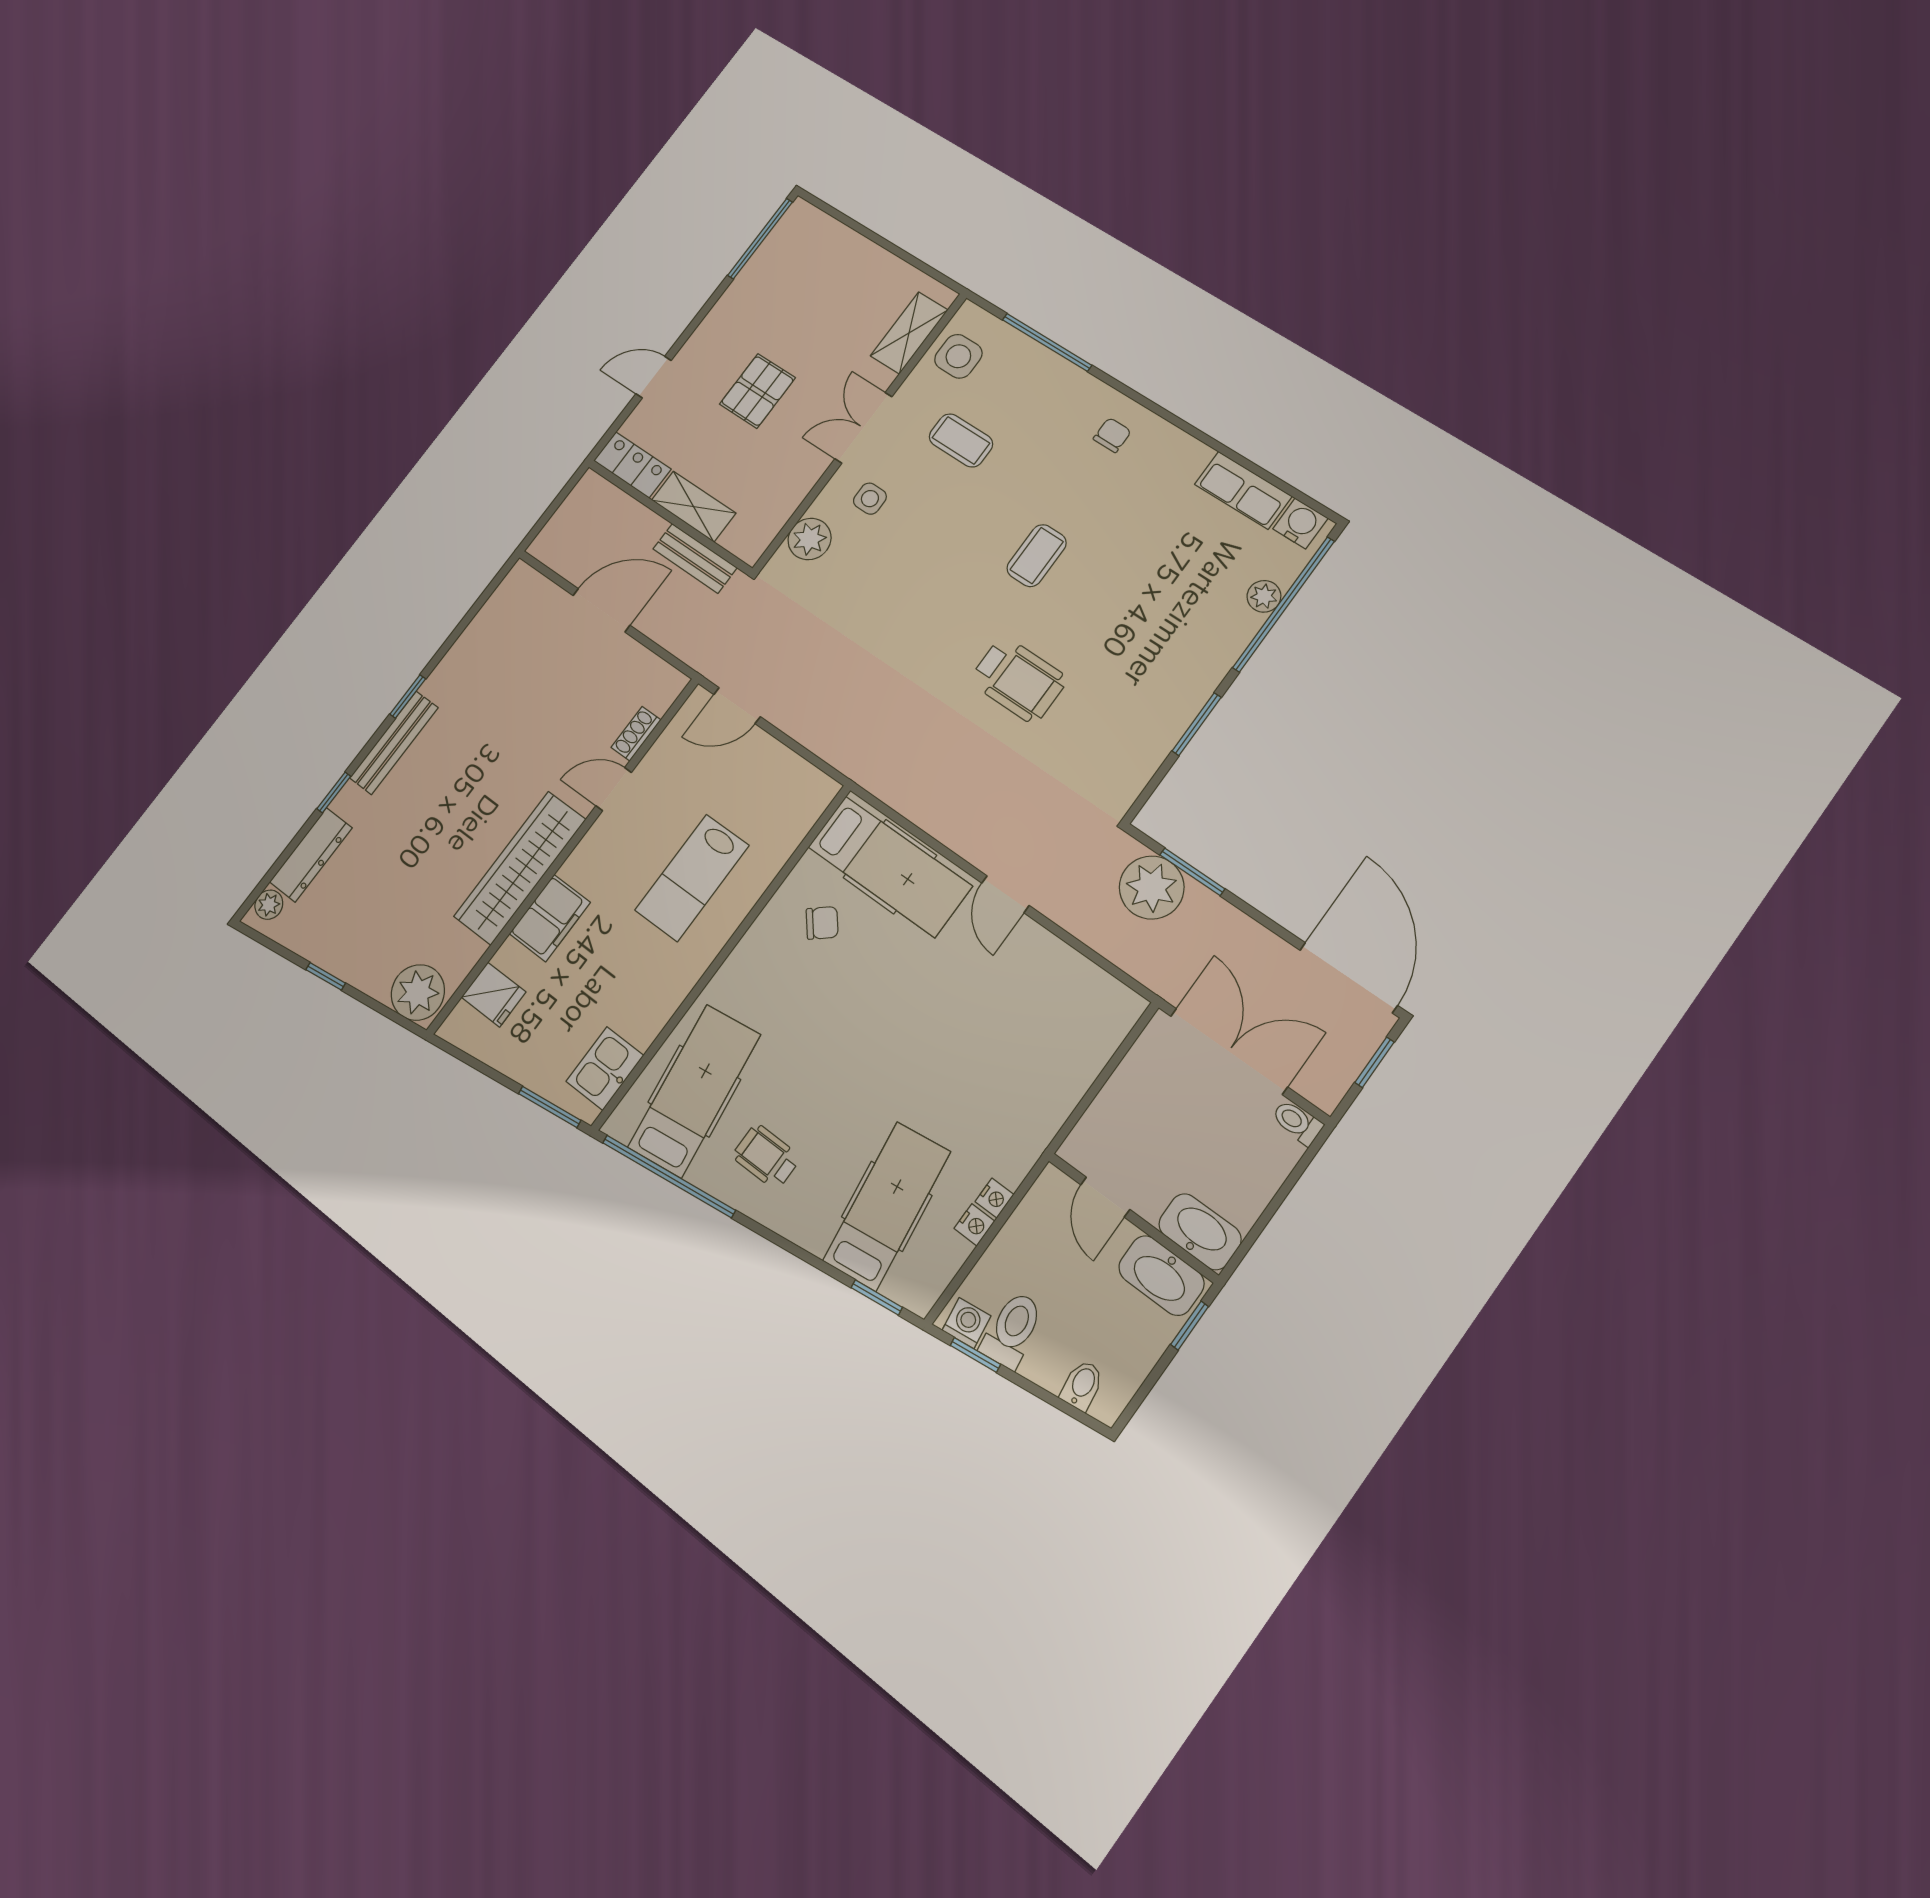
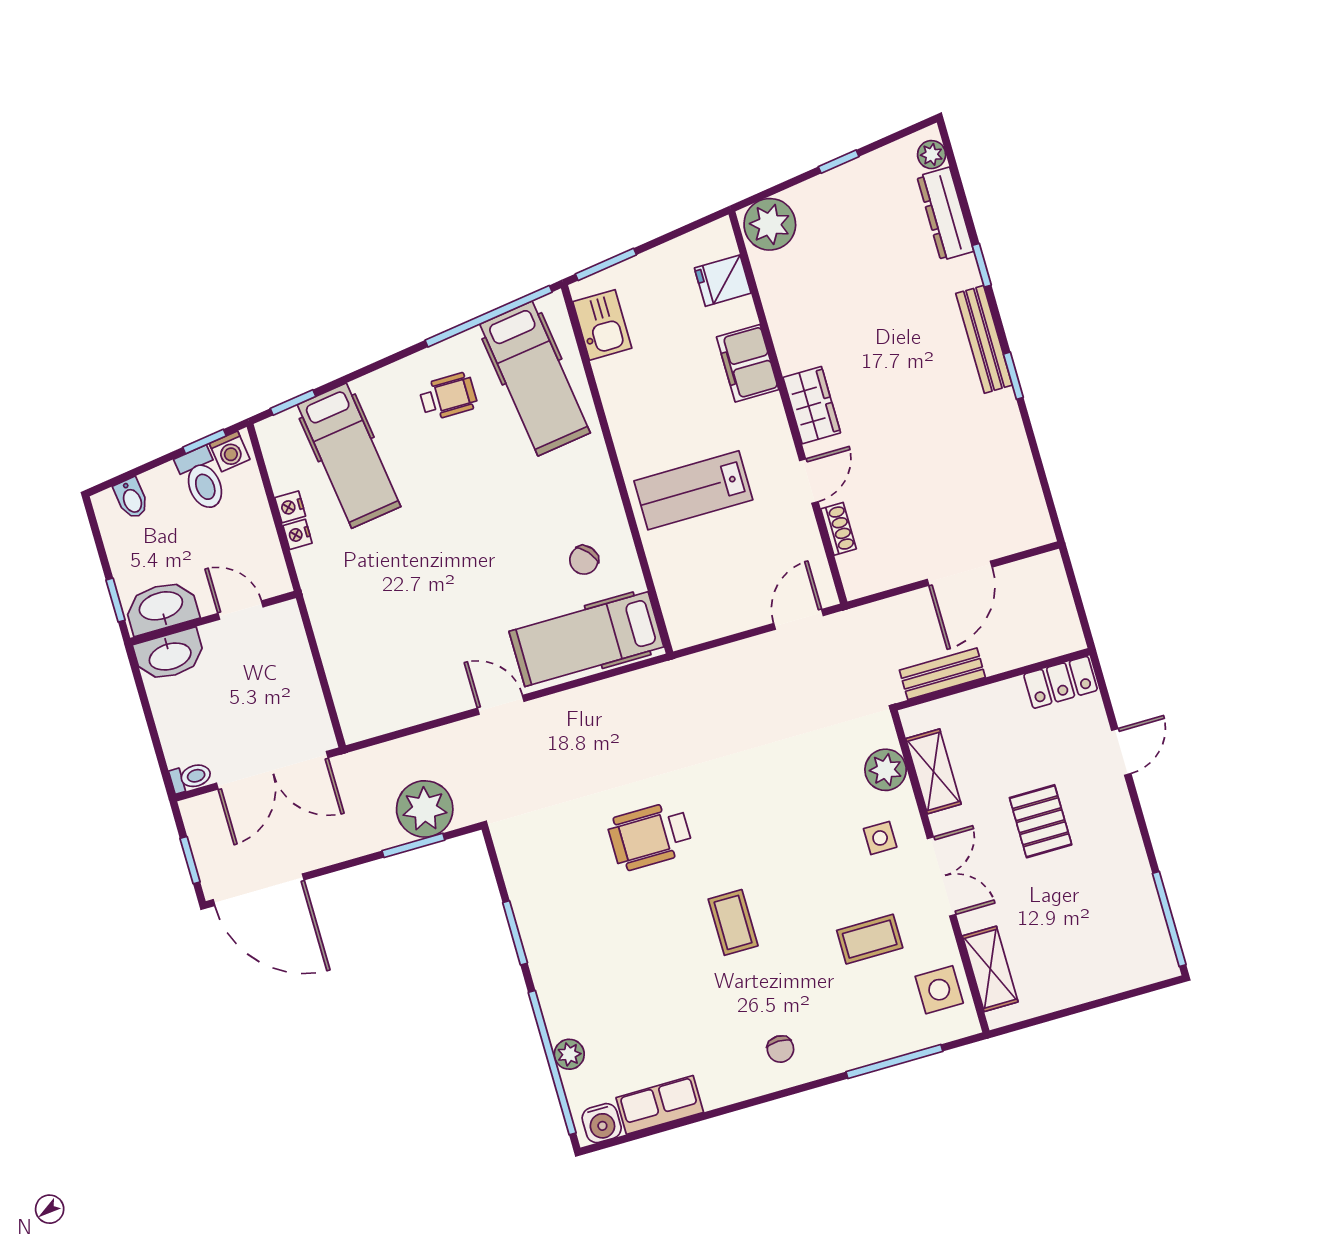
shelving: (694, 507) -> (933, 771), moved, turned 90
wardrobe: (520, 868) -> (812, 405), width x0.48, depth x0.85
lab bench: (692, 878) -> (693, 490), turned -90

